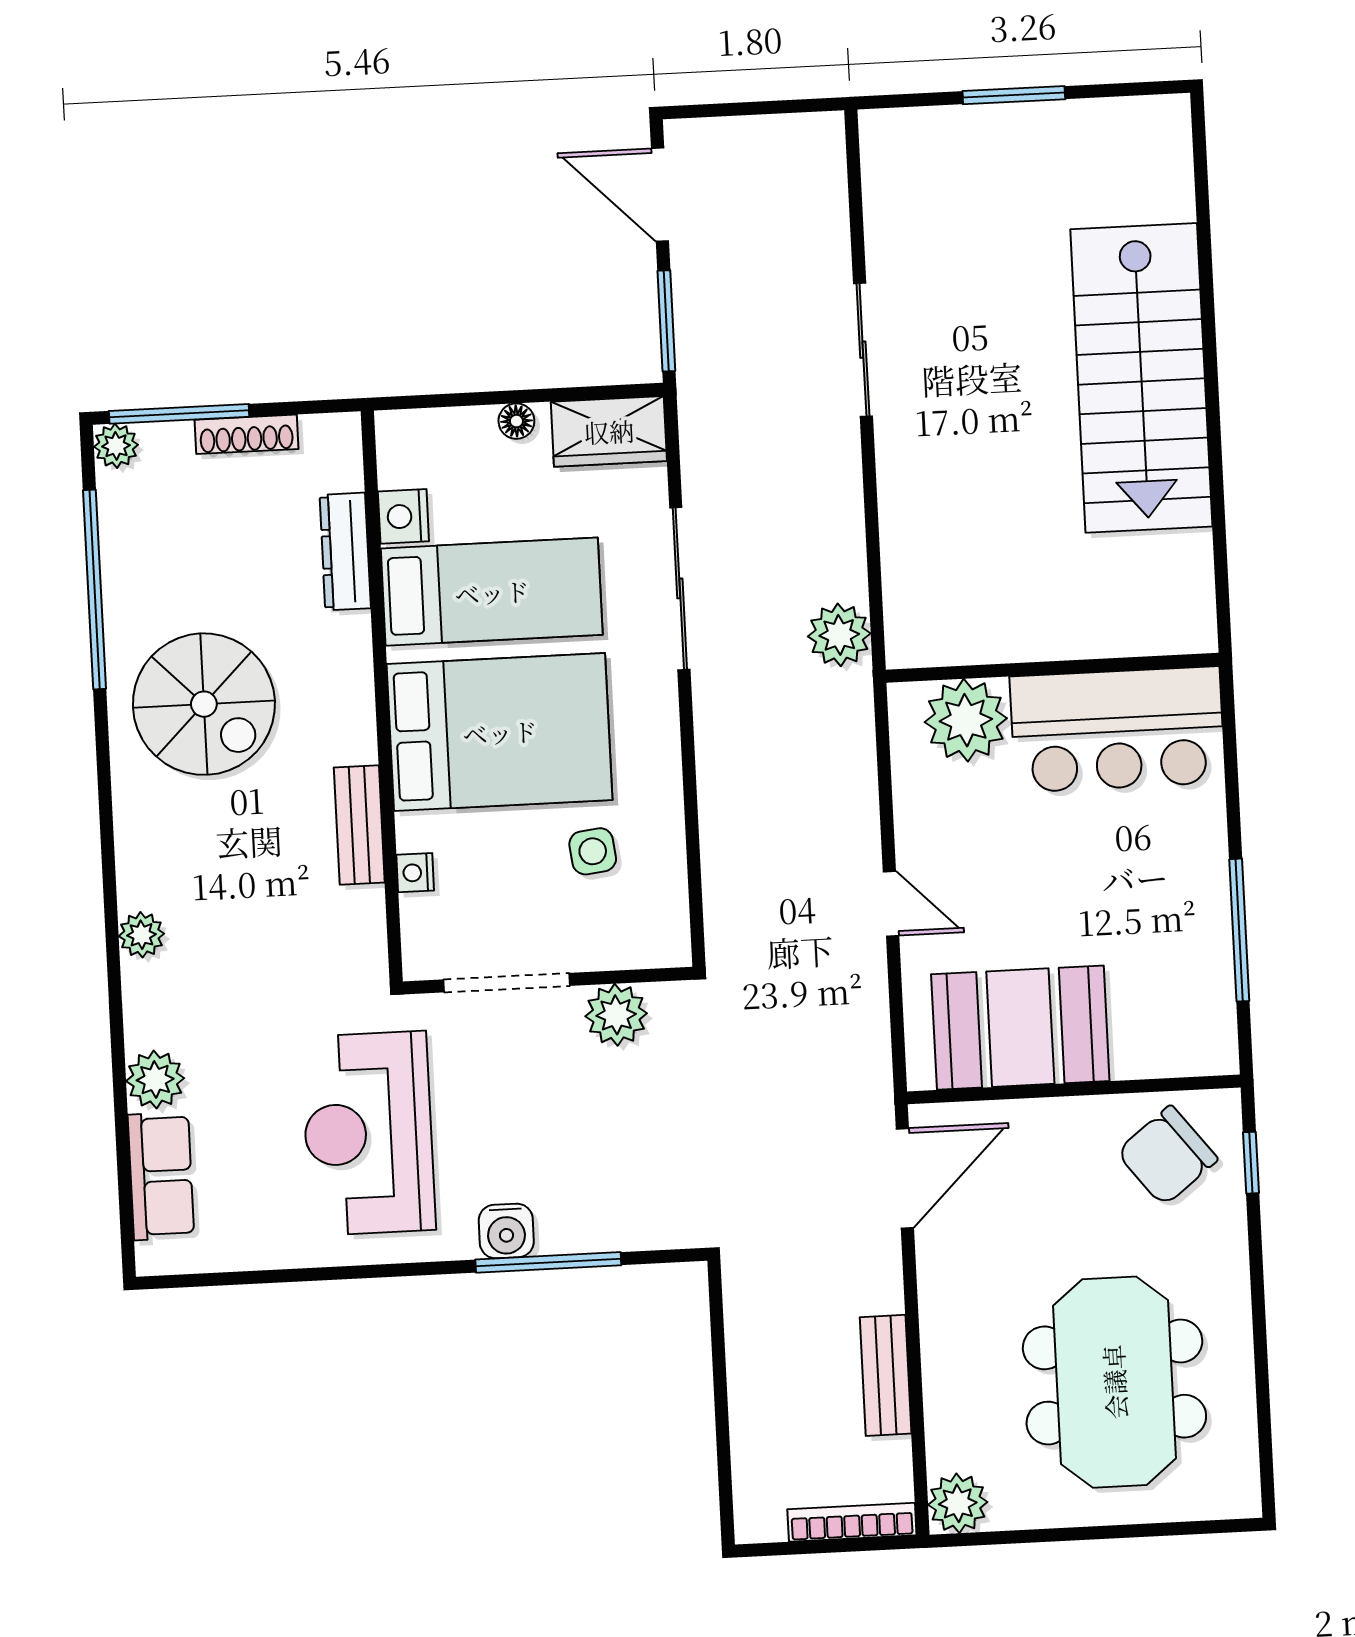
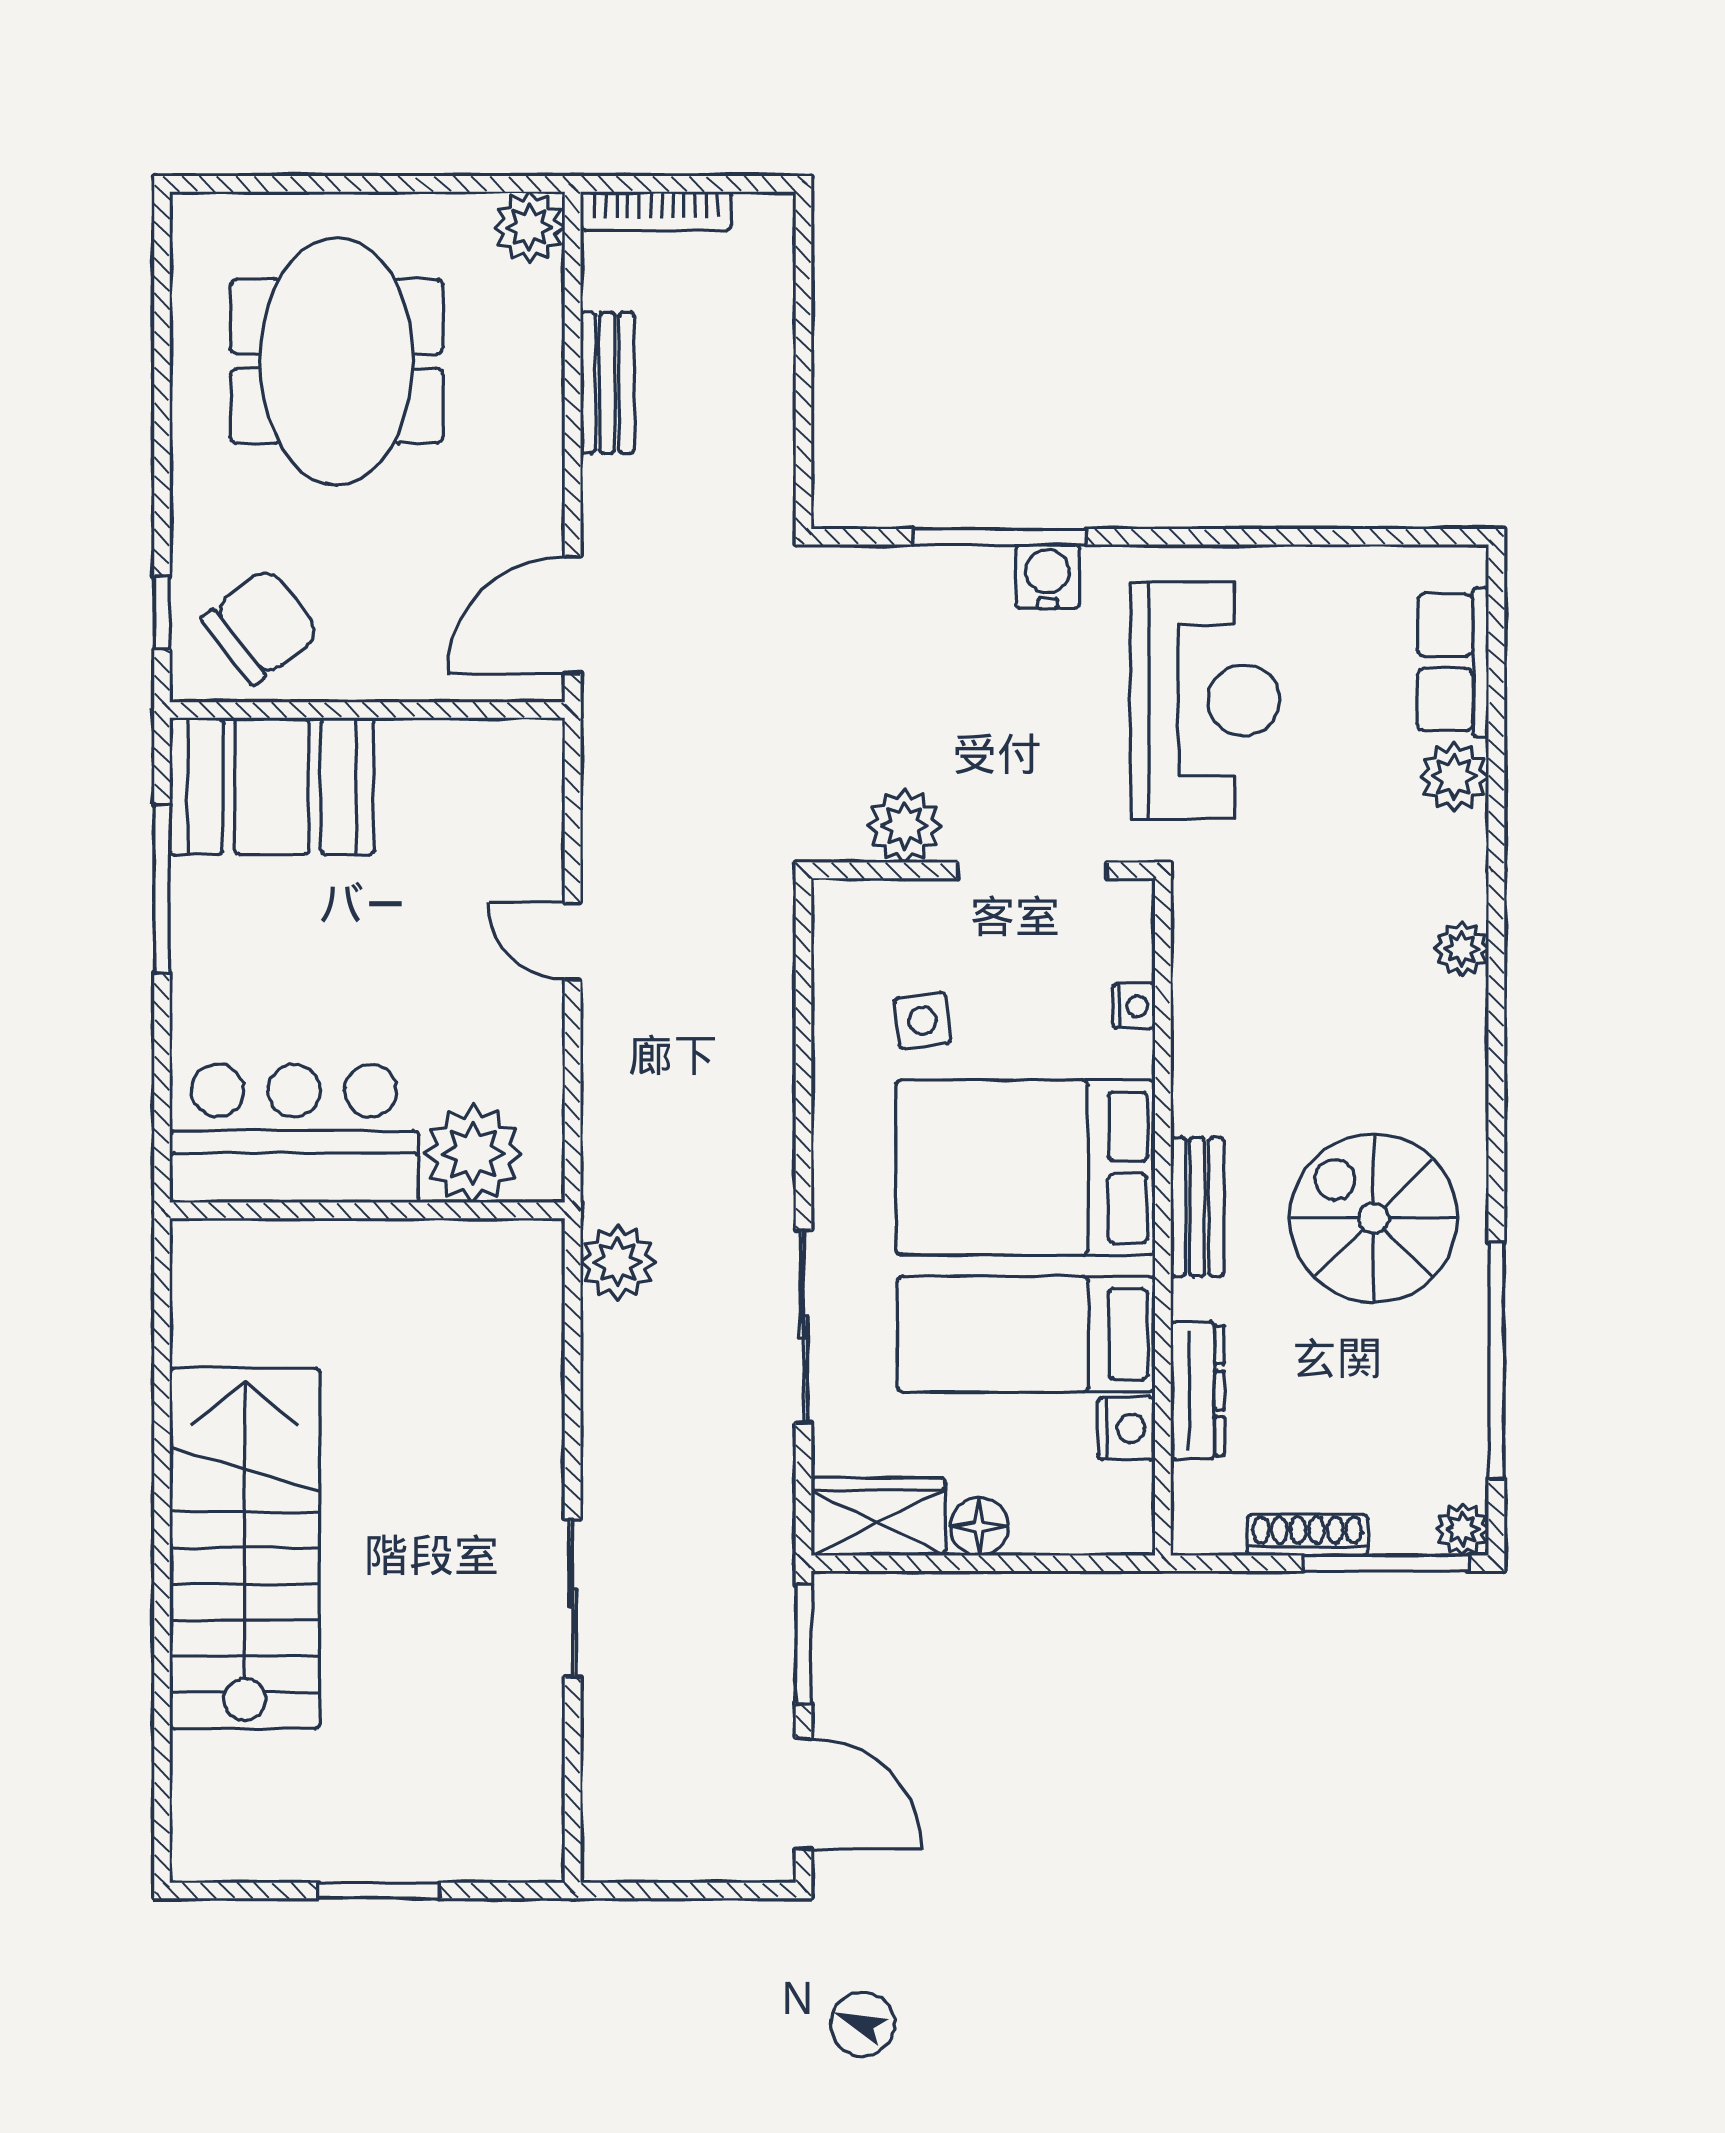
floor lamp: (516, 421) -> (979, 1527), width x1.37, depth x1.37
bench: (359, 825) -> (1197, 1207), moved
booth: (1020, 1028) -> (272, 786), moved

